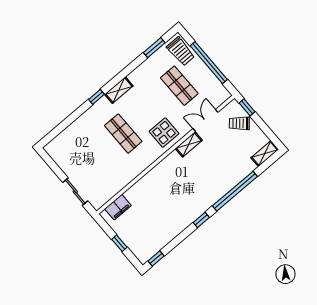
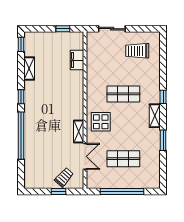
window: (154, 48) -> (163, 140), moved
trolley: (181, 51) -> (137, 51), moved
window: (247, 107) -> (59, 192), moved
shelving: (265, 154) -> (29, 69), moved
filing cabinet: (118, 207) -> (77, 60), moved
window: (119, 243) -> (63, 29), moved

